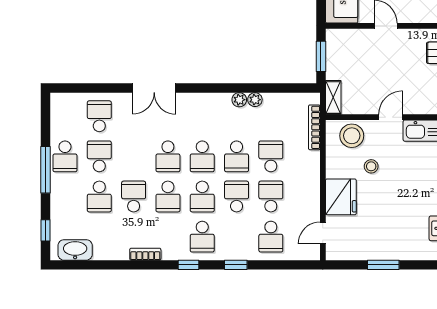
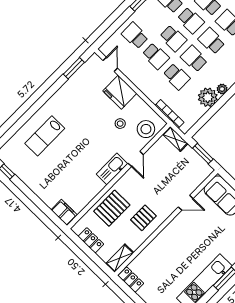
plant: (255, 100) -> (208, 97), width x1.88, depth x1.88
school desk: (202, 197) -> (191, 20), turned 180
window: (383, 265) -> (74, 68), moved

